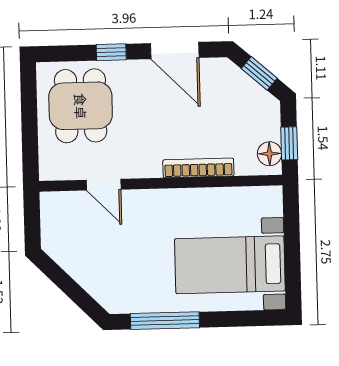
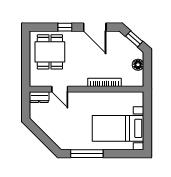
window: (289, 143) -> (147, 72), removed
floor lamp: (269, 154) -> (138, 65), moved
dresser: (60, 203) -> (39, 97), added

